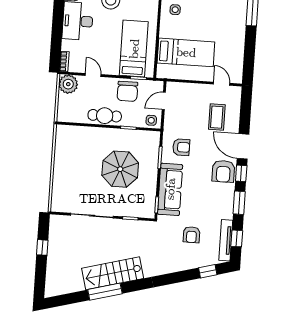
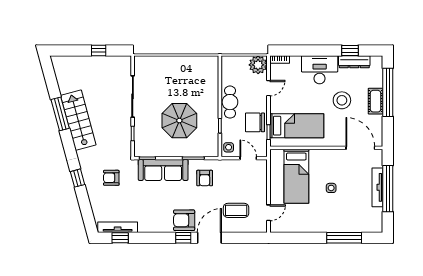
side table: (175, 10) -> (331, 188), moved
window: (239, 203) -> (155, 238), removed
armchair: (191, 235) -> (111, 178), moved
window: (208, 271) -> (77, 178), moved

